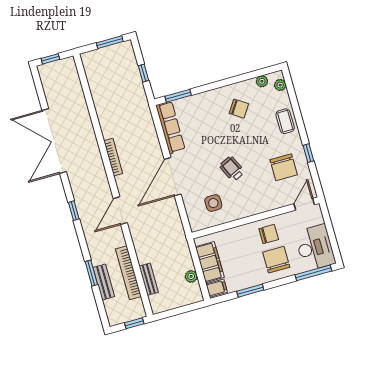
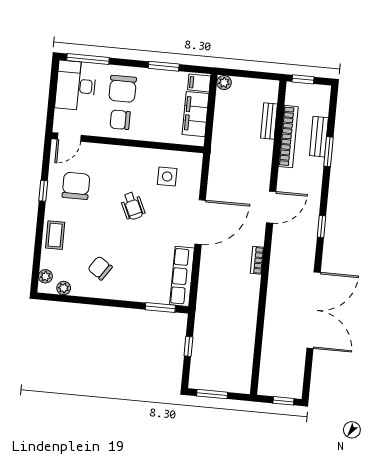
bookcase: (113, 157) -> (257, 260), width x0.64
plant: (191, 276) -> (224, 83), moved

